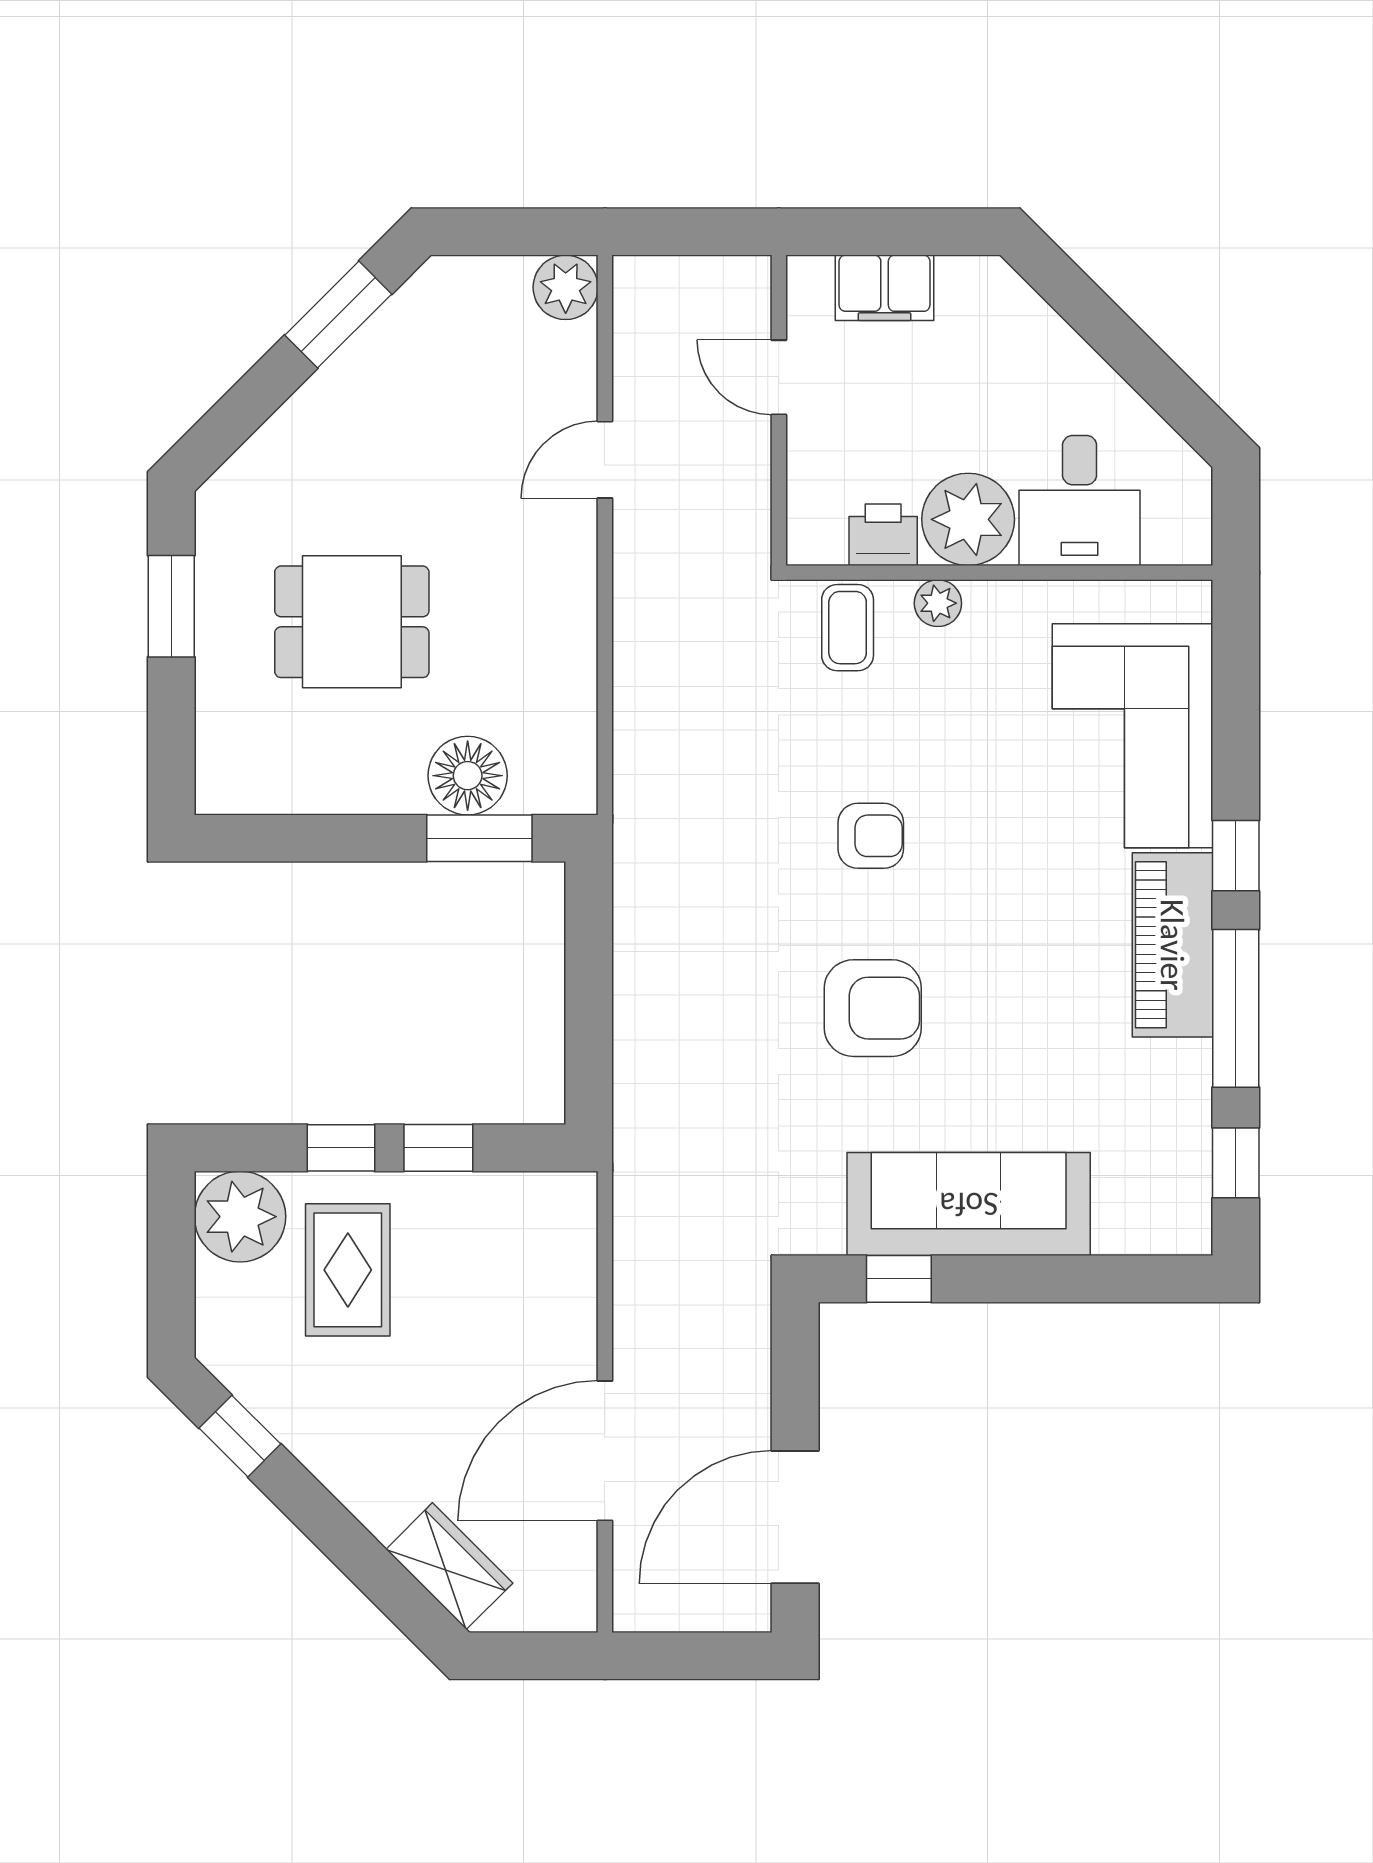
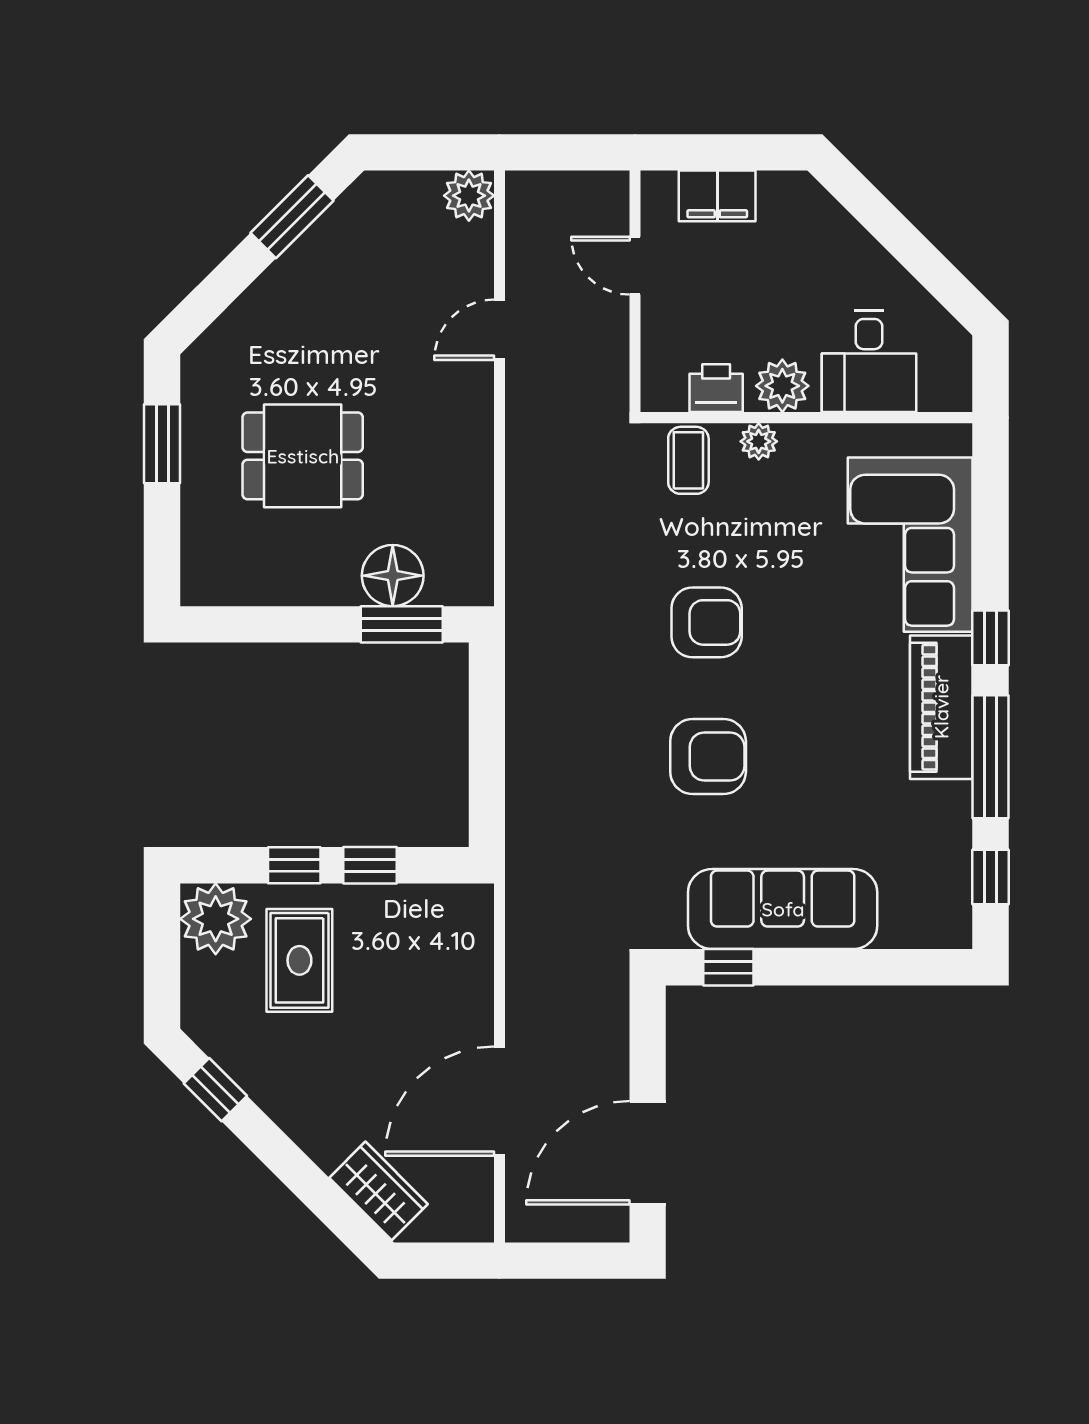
plant: (968, 519) -> (782, 386), width x0.73, depth x0.73
armchair: (871, 836) -> (707, 622), width x1.38, depth x1.38

